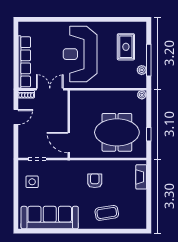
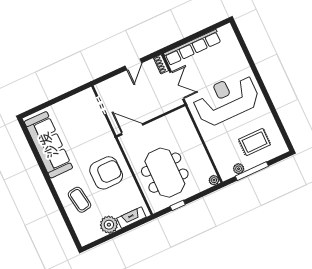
door: (16, 117) -> (133, 64), hinge flipped
door: (69, 143) -> (132, 129), hinge flipped
armchair: (95, 181) -> (106, 173), width x1.88, depth x1.88
side table: (32, 182) -> (76, 111), removed
plant: (138, 198) -> (109, 225), added

